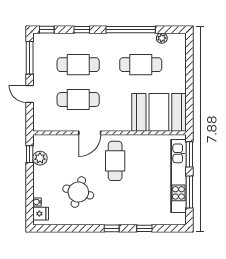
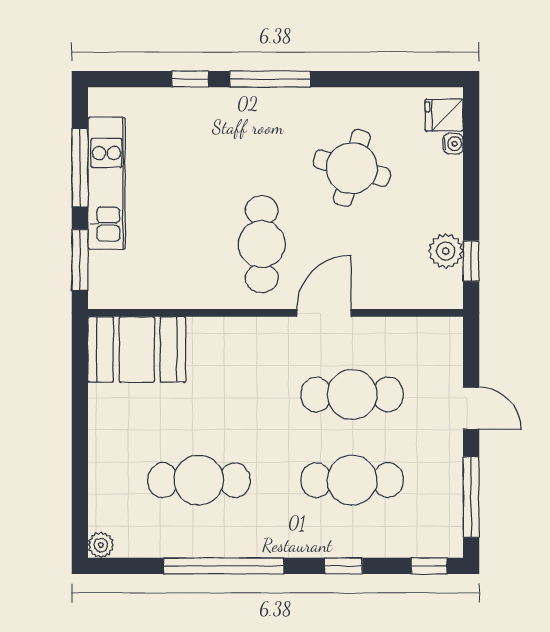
plant: (162, 38) -> (101, 545), moved
booth: (159, 112) -> (137, 349), width x0.73, depth x0.70
kitchen unit: (178, 176) -> (106, 183), width x0.73
window: (112, 228) -> (270, 79), width x2.17

